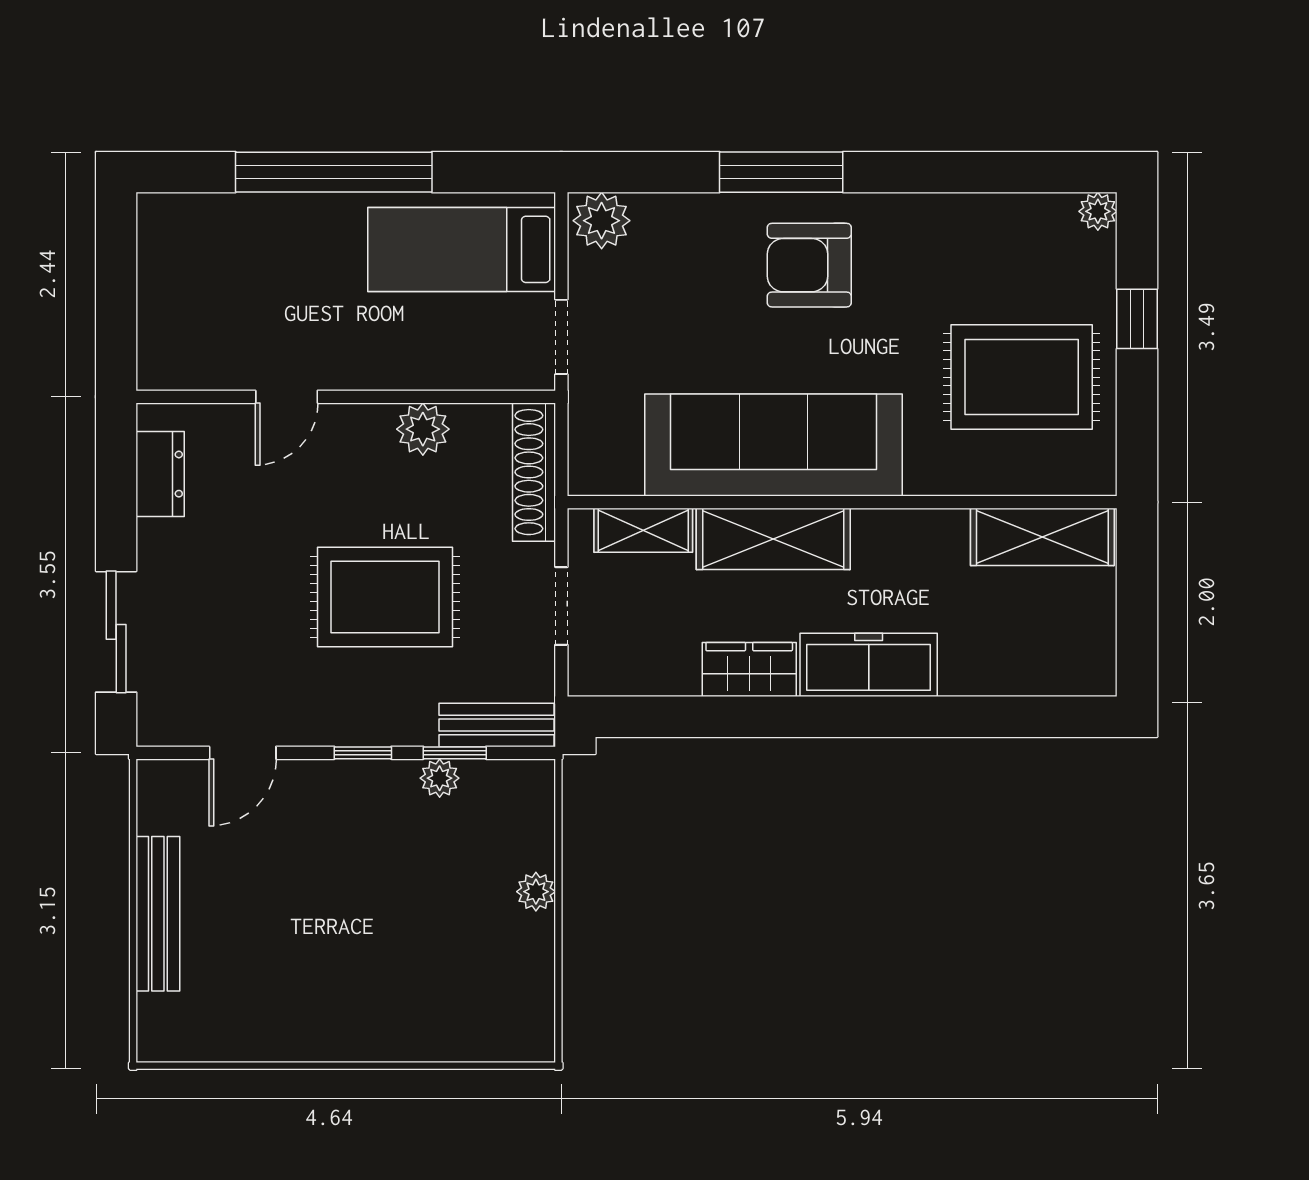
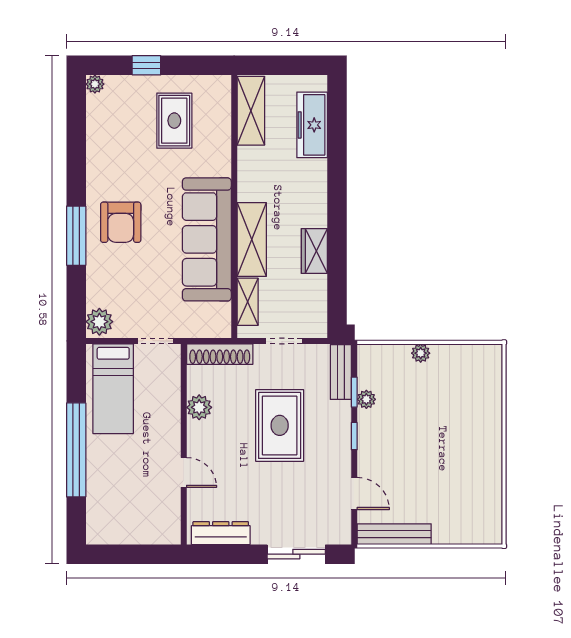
rug: (1022, 377) -> (174, 121), width x0.73, depth x0.70
dresser: (160, 474) -> (221, 533), width x1.44
freezer: (869, 665) -> (312, 125), moved
bench: (158, 914) -> (394, 534), moved

